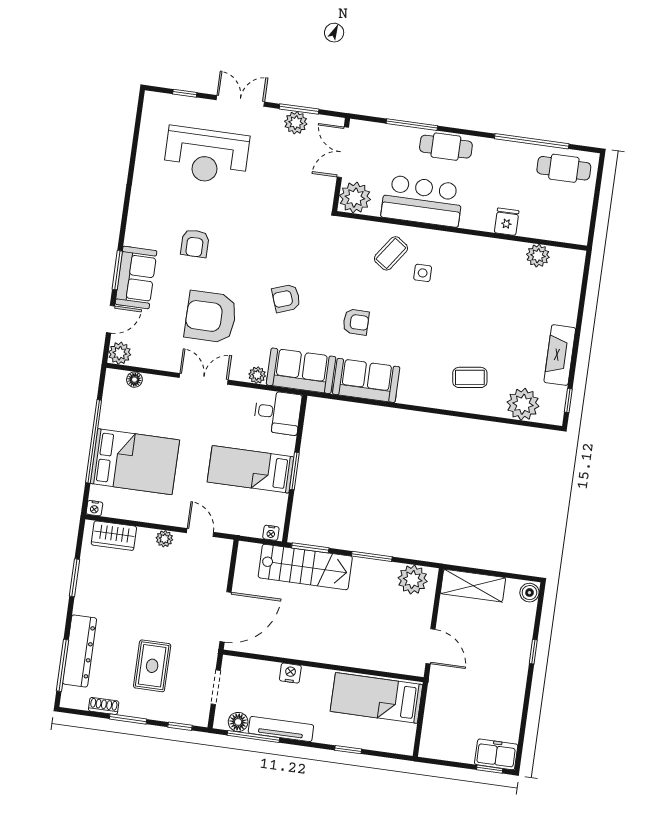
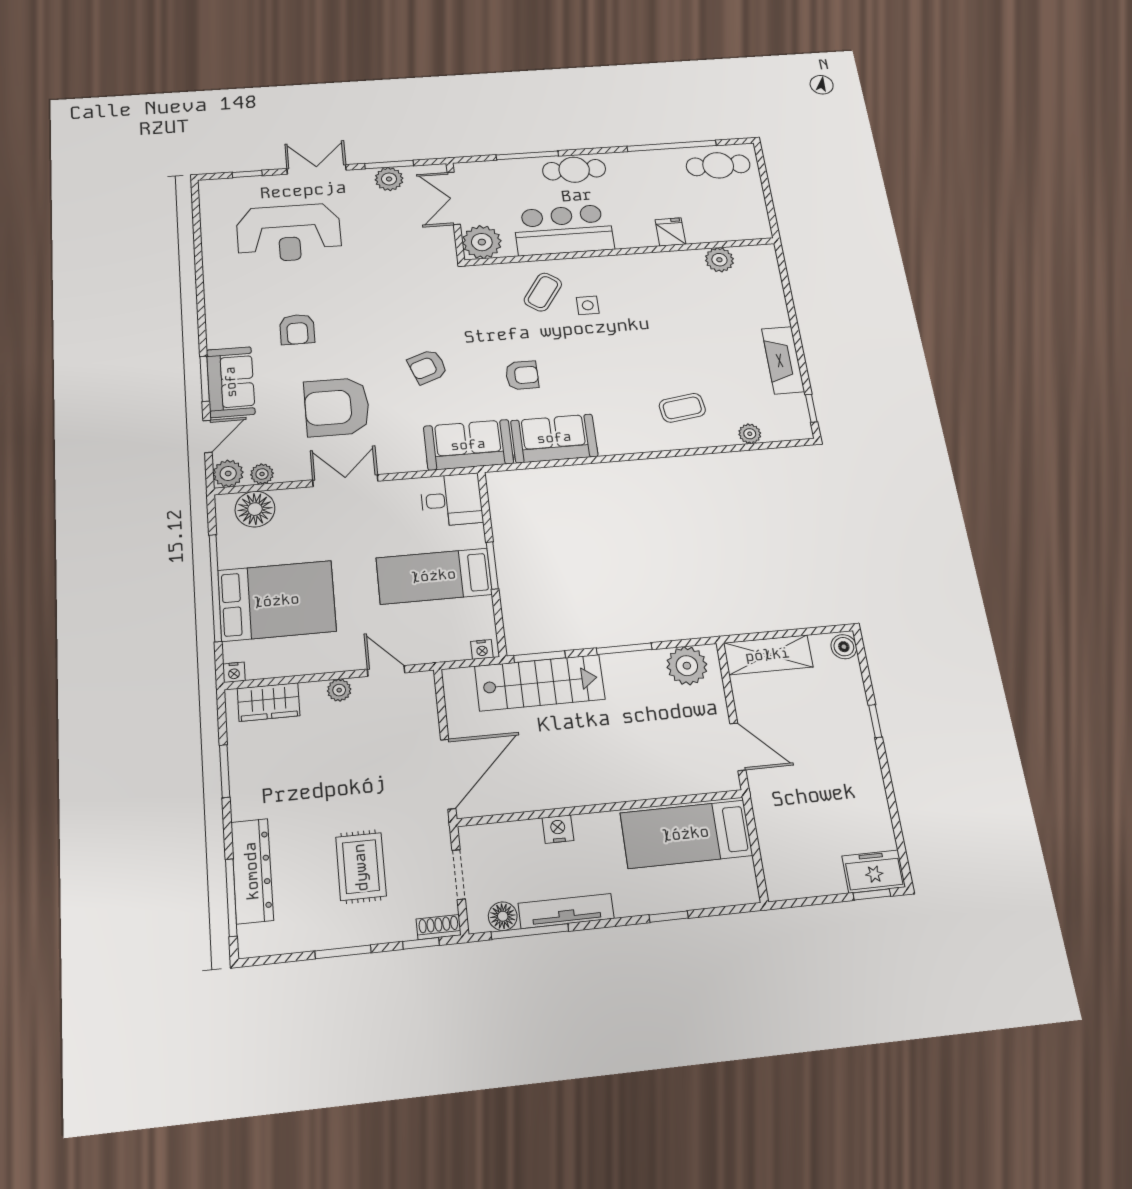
plant: (257, 375) -> (262, 474), moved
floor lamp: (134, 380) -> (255, 509), width x1.89, depth x1.89
plant: (523, 404) -> (750, 434), width x0.53, depth x0.53
shoe rack: (104, 706) -> (439, 927), moved

